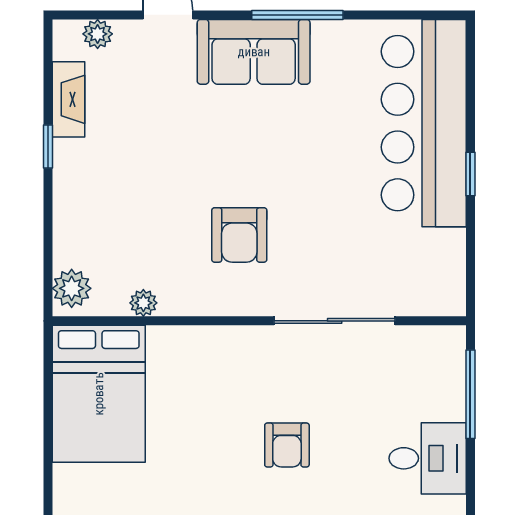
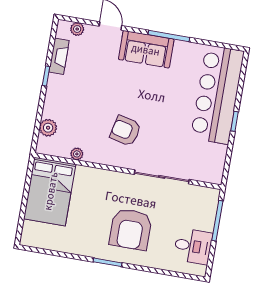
armchair: (239, 235) -> (125, 131), turned 103
plant: (72, 288) -> (48, 128), moved
armchair: (287, 445) -> (131, 229), width x1.88, depth x1.88

